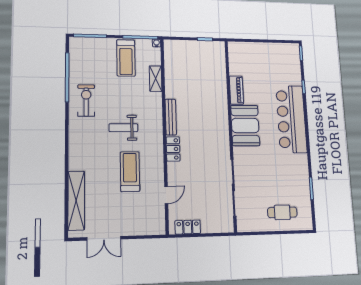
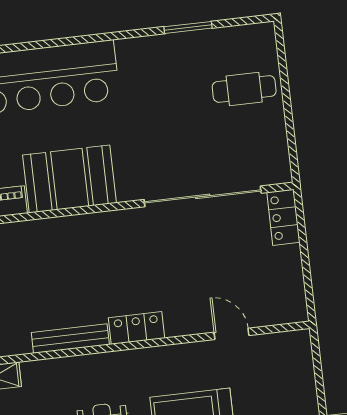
cafe table: (282, 212) -> (244, 89), turned 90
locker: (188, 227) -> (283, 217), moved

